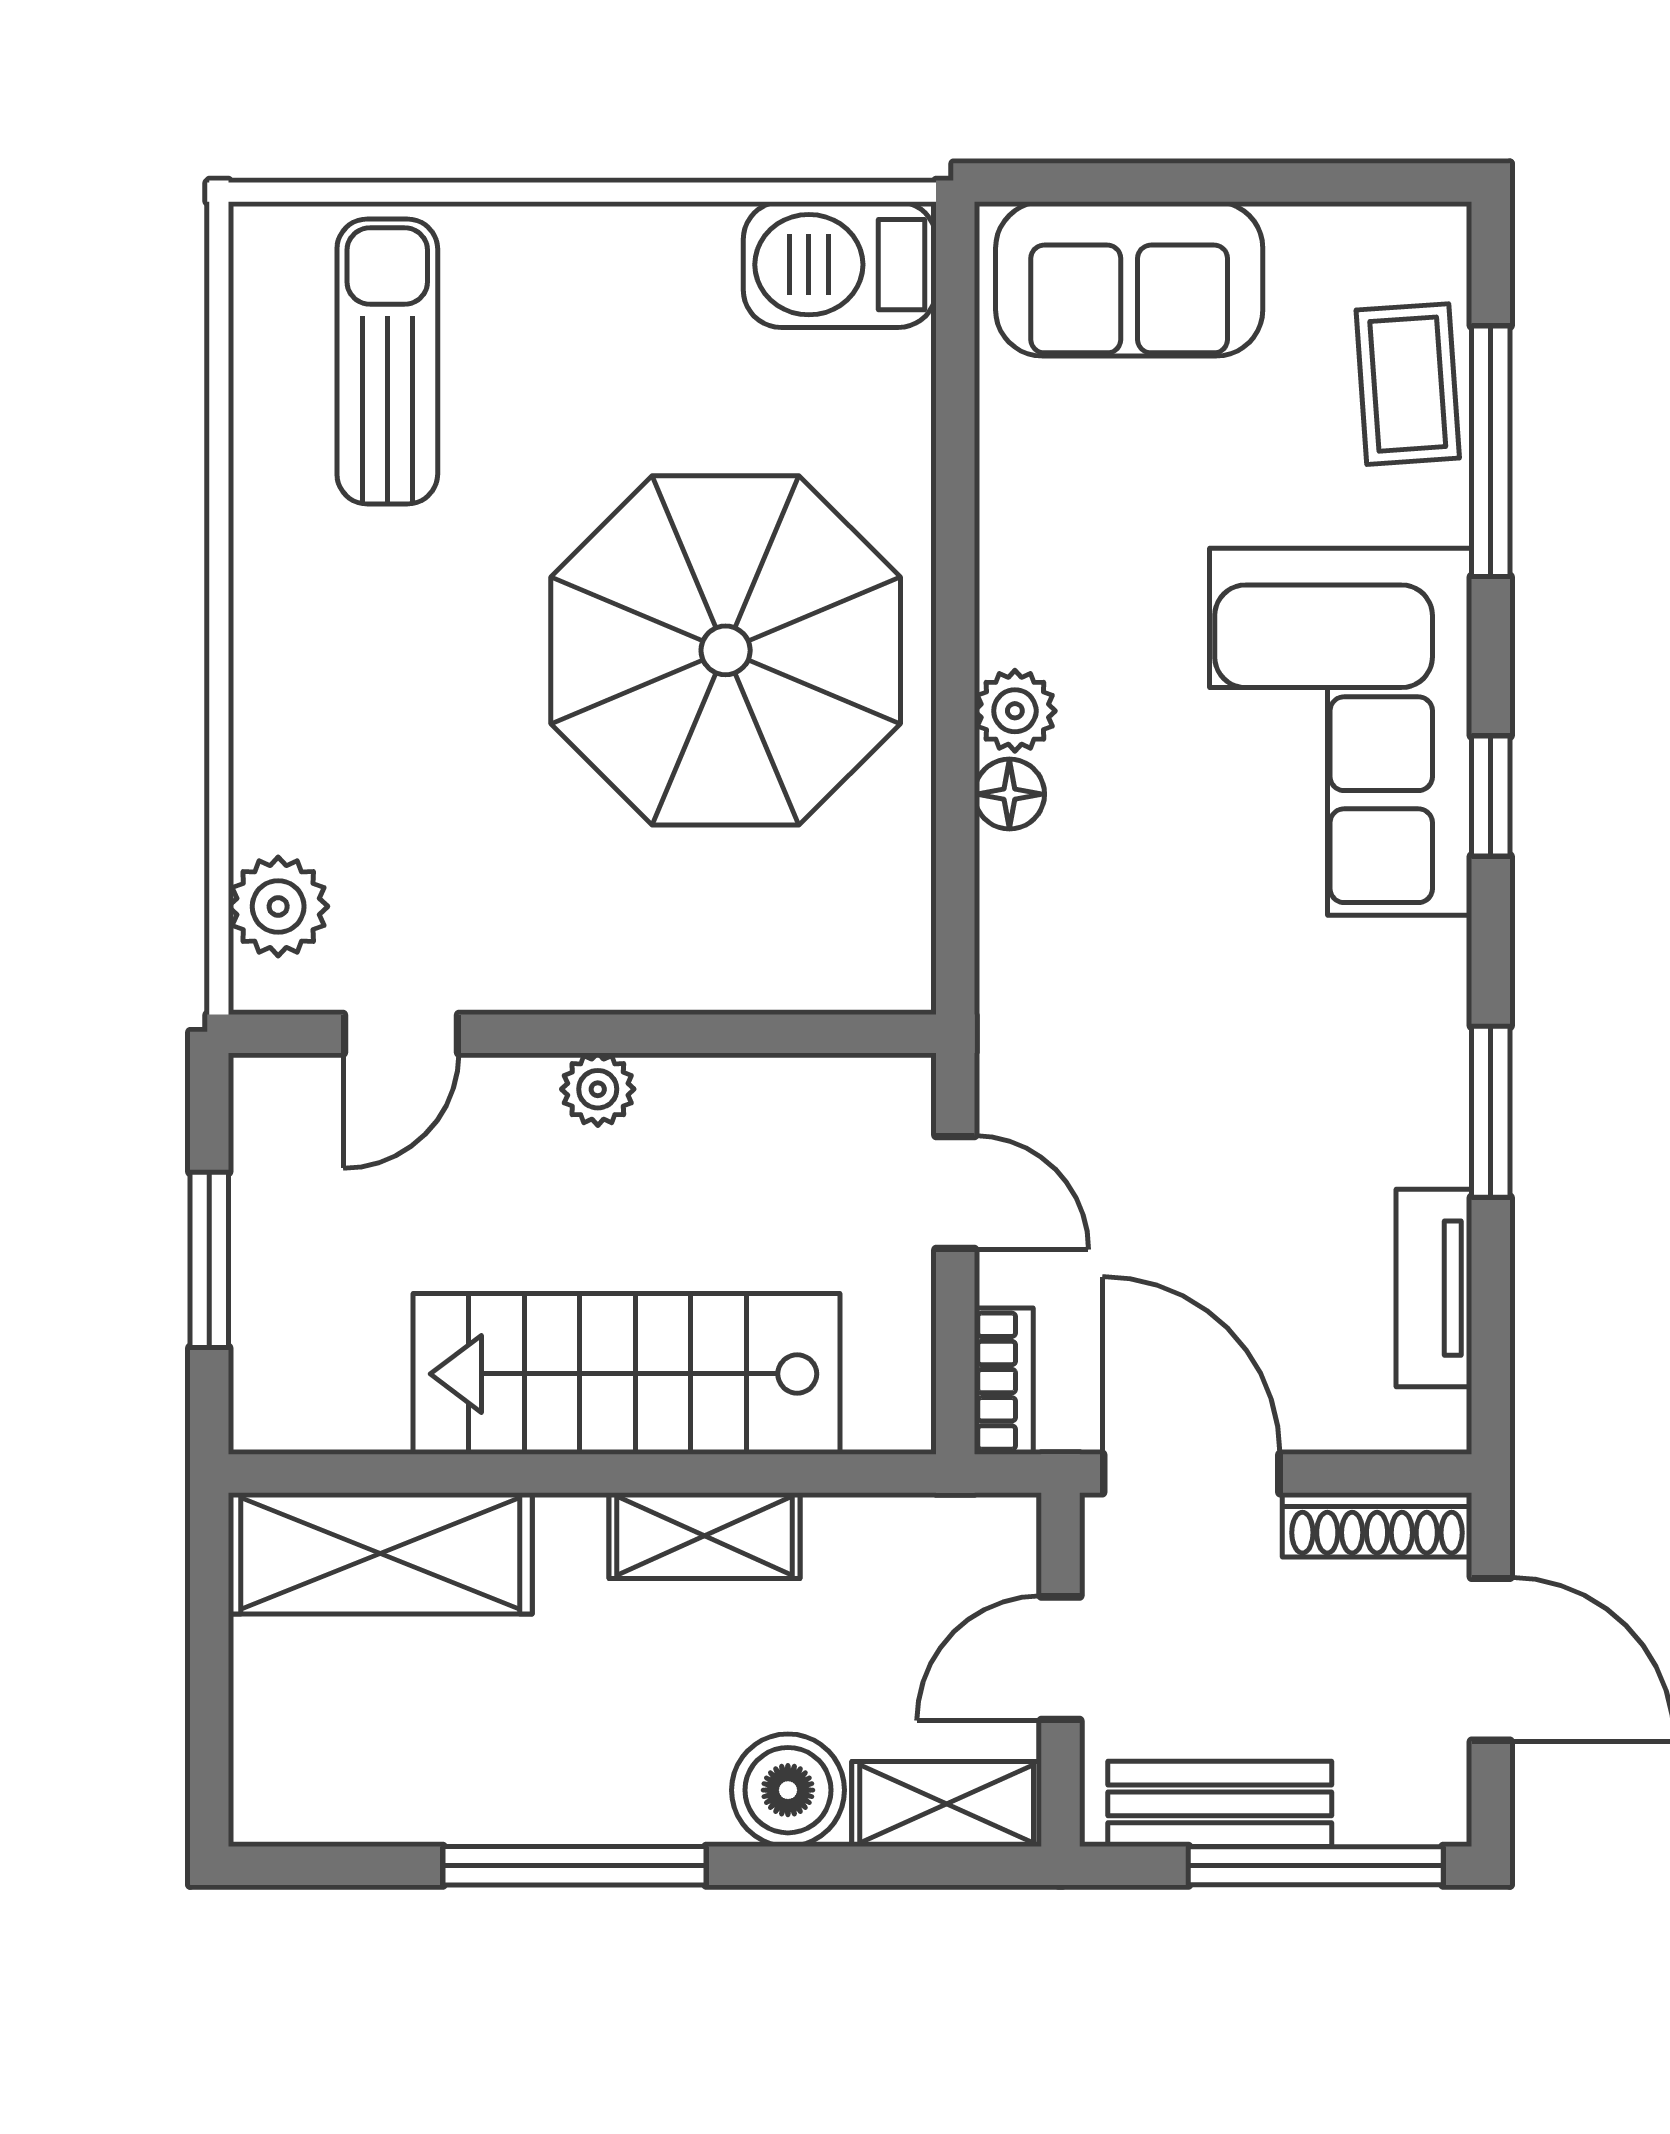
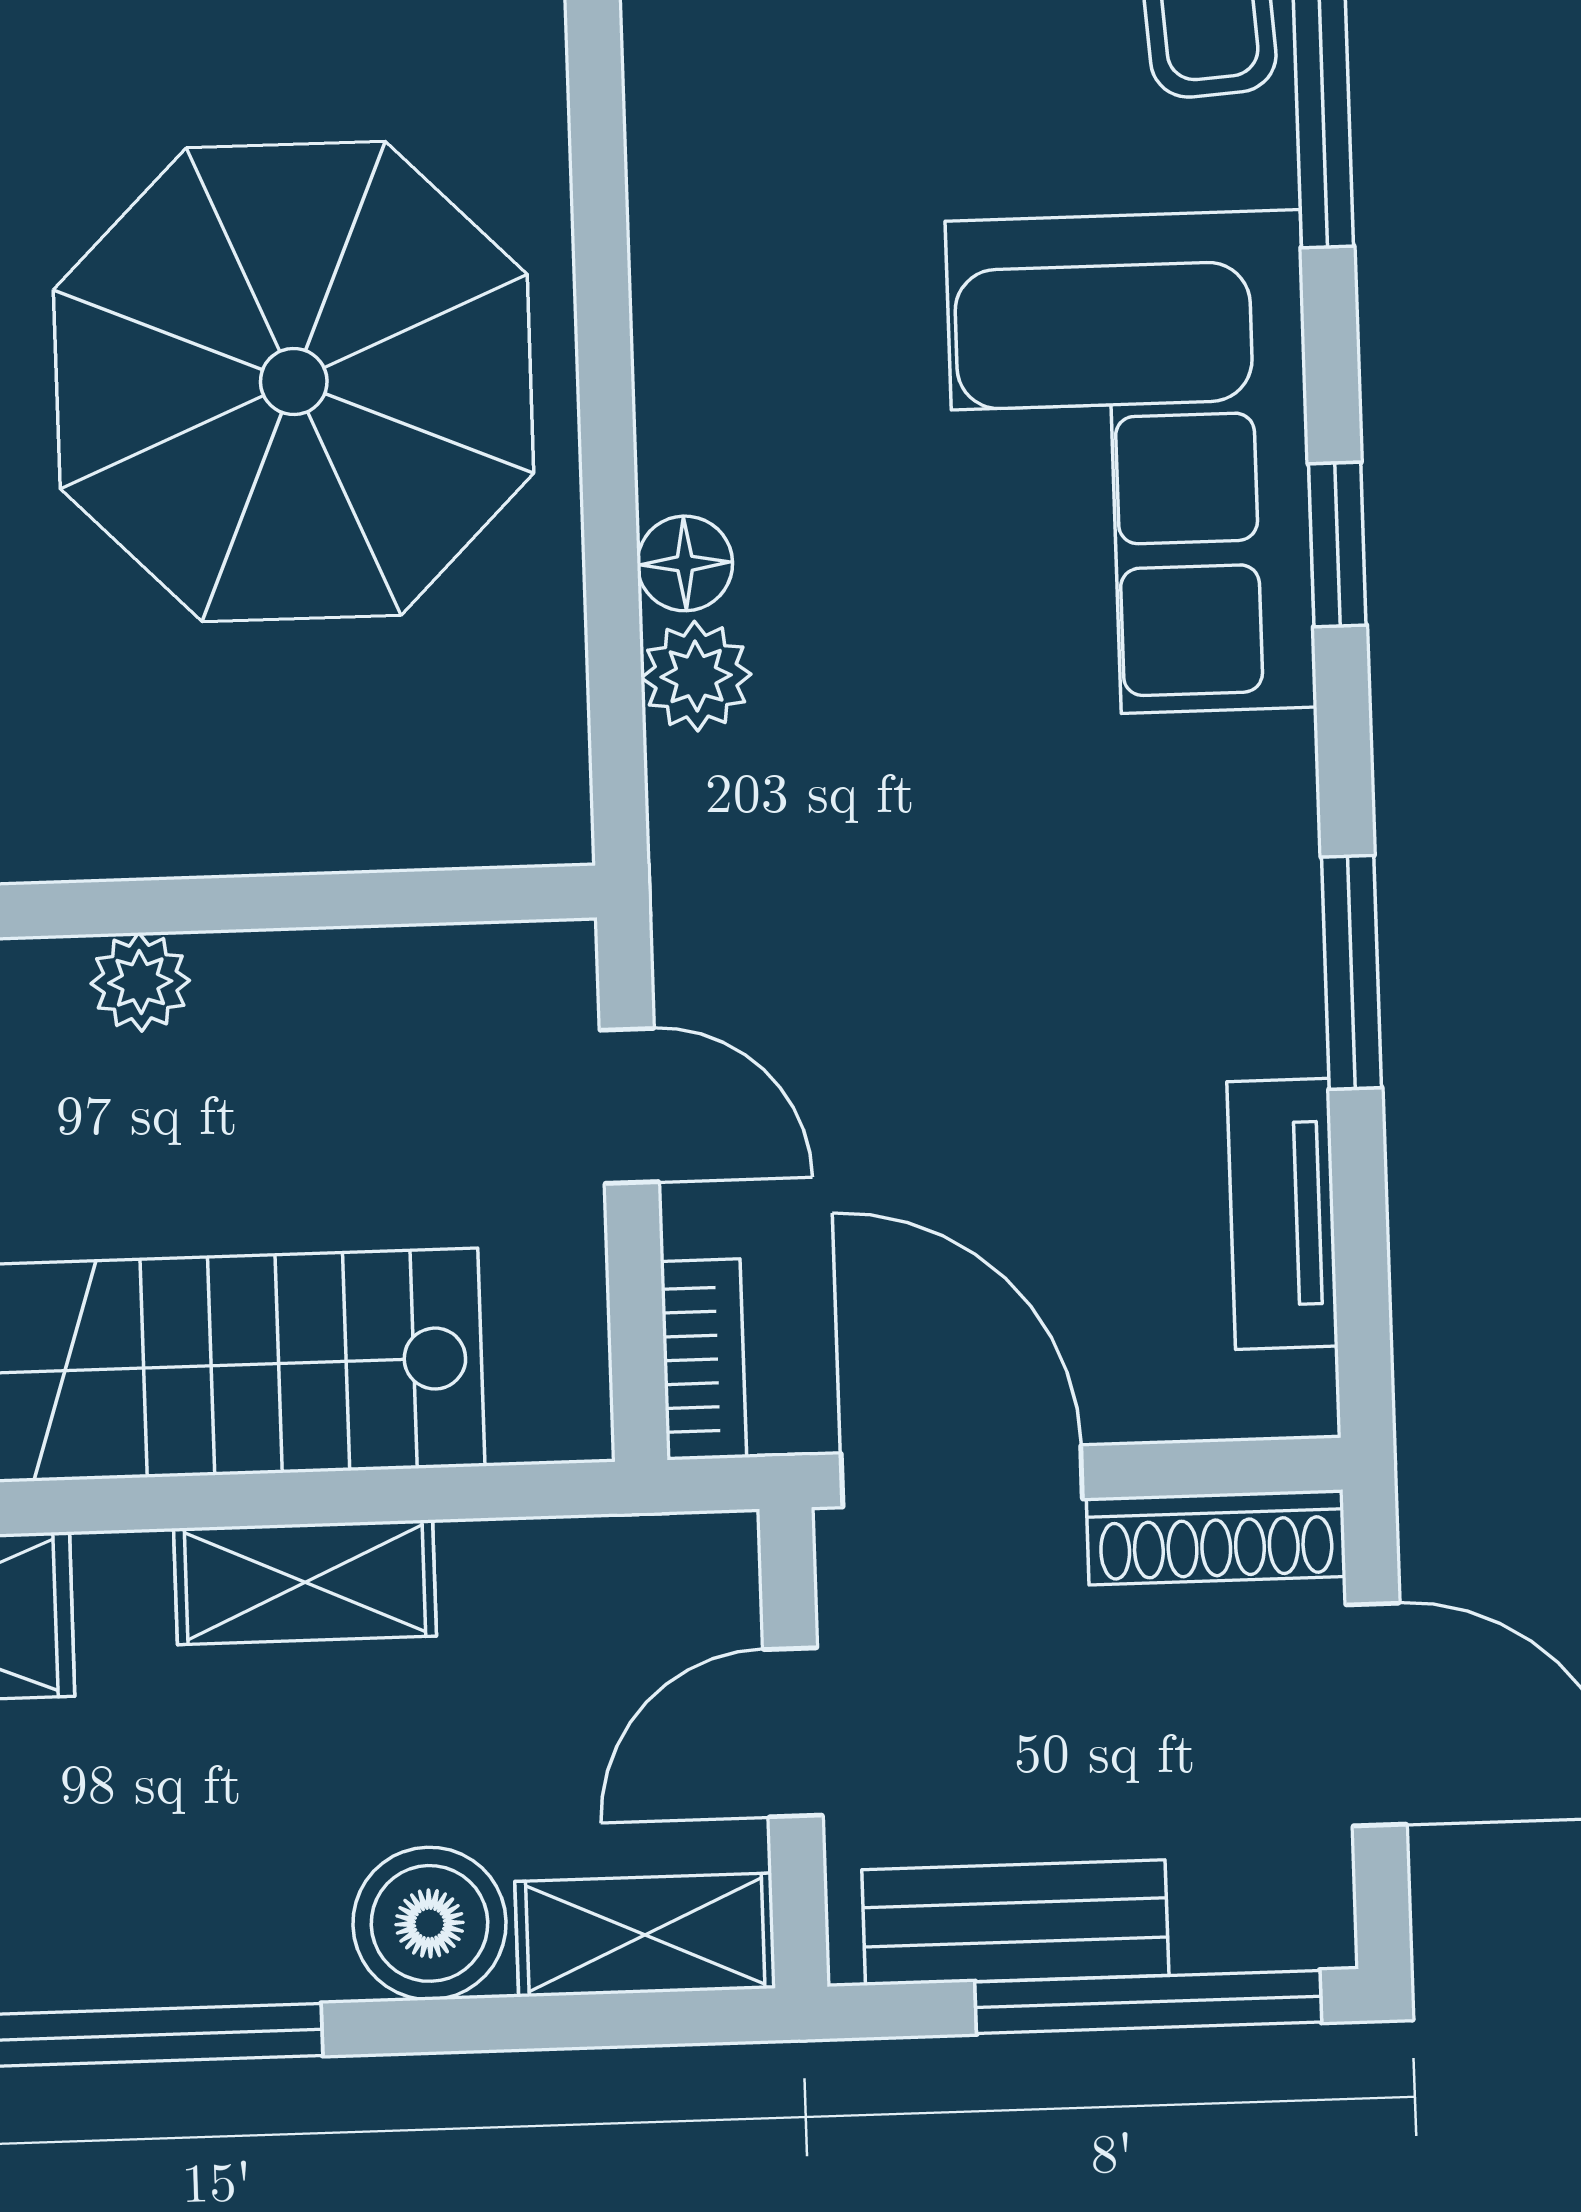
plant: (1015, 711) -> (696, 676), moved

